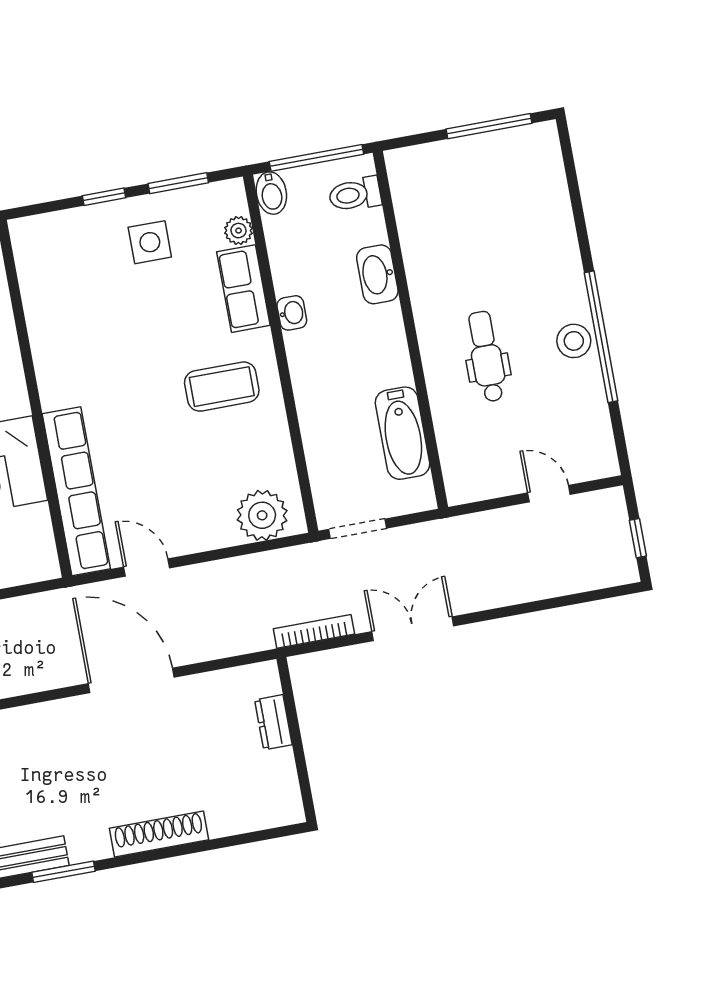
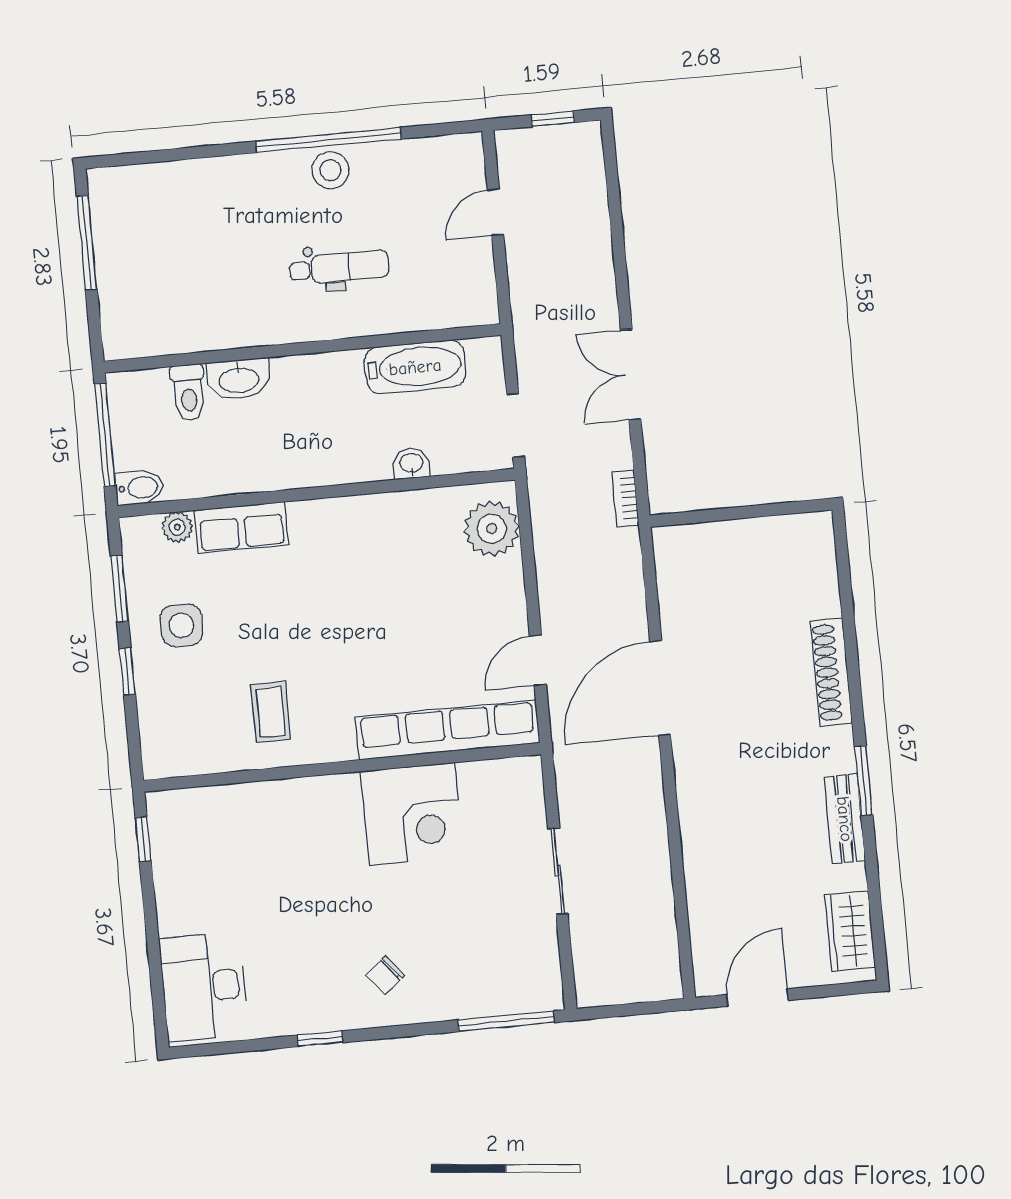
toilet: (355, 194) -> (188, 392), moved
washbasin: (292, 313) -> (411, 464), moved
dental chair: (486, 356) -> (339, 267), turned 180
coffee table: (222, 387) -> (271, 712), moved, width x0.73, depth x0.77
bookcase: (314, 631) -> (626, 499), width x0.64
dresser: (273, 722) -> (720, 536), removed

